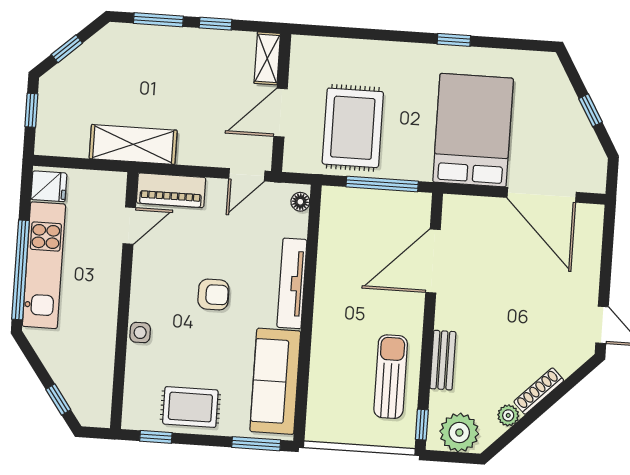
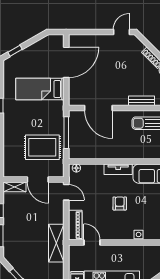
window: (590, 110) -> (15, 51), moved
bed: (473, 130) -> (40, 89), width x0.67
tv unit: (292, 283) -> (118, 169), width x0.71

